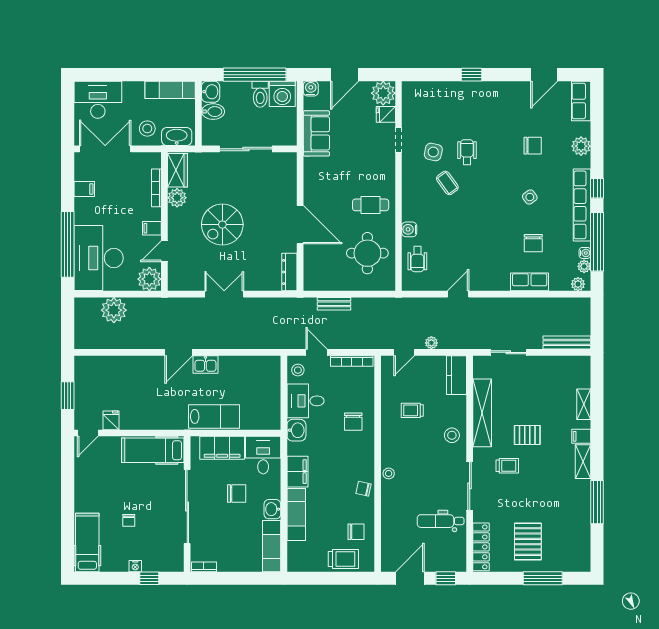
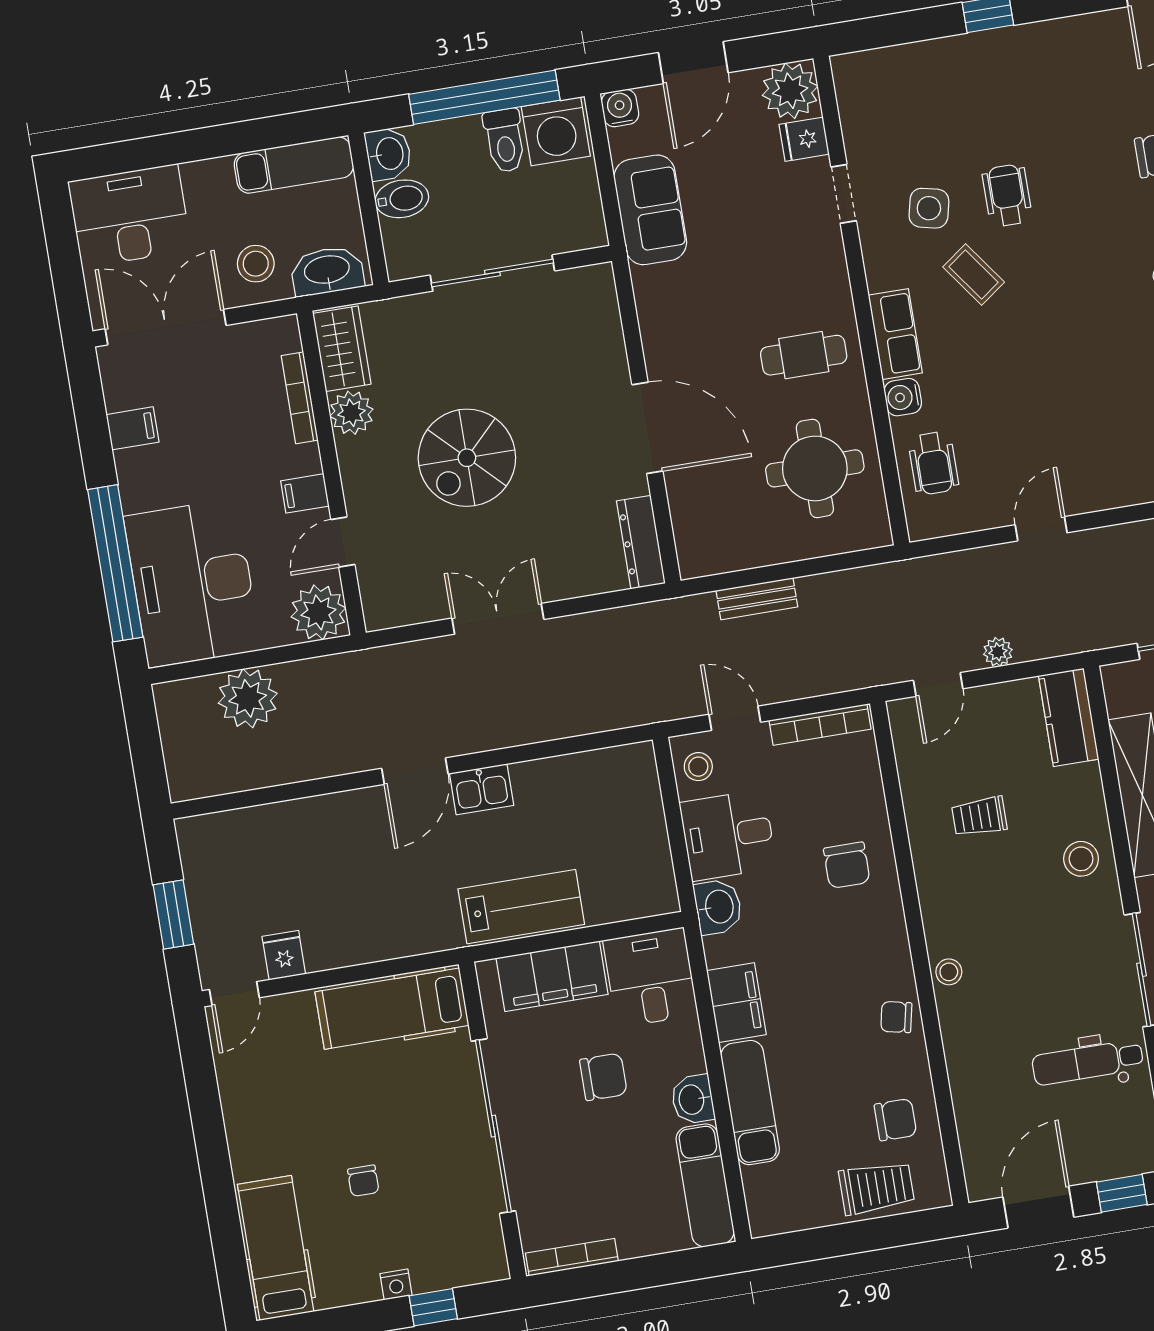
row of seats: (410, 202) -> (895, 334), added
bookcase: (204, 567) -> (572, 1257), width x1.56

